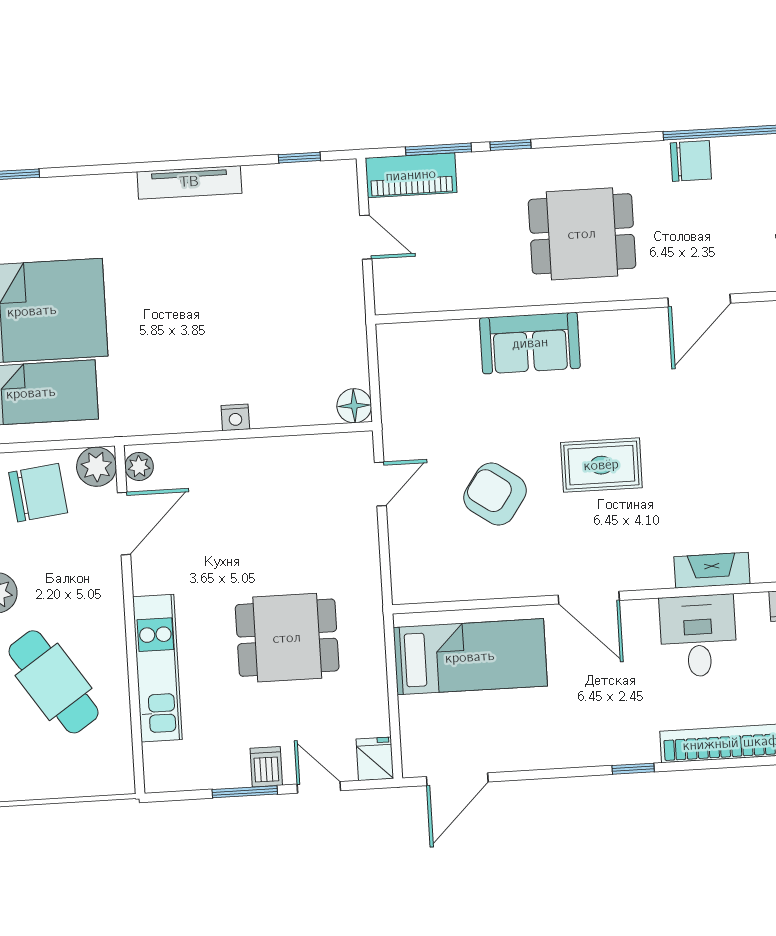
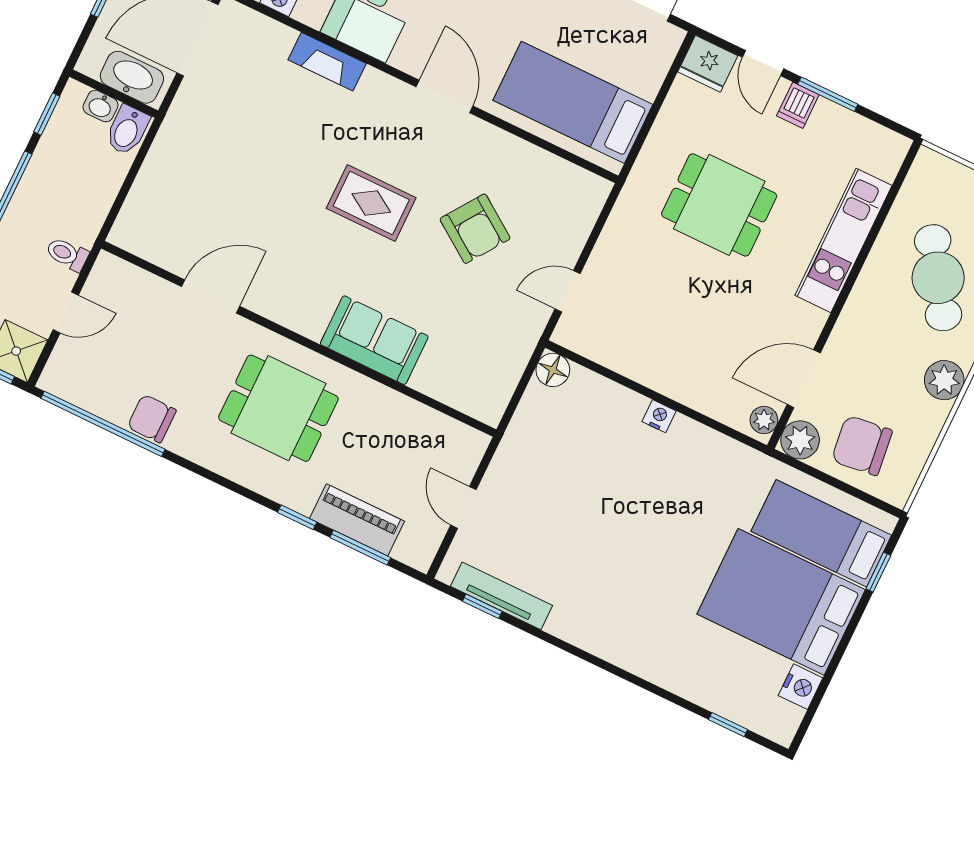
piano: (411, 175) -> (357, 520), moved
tv unit: (189, 182) -> (501, 596), moved
fridge: (375, 759) -> (708, 64), width x1.38

